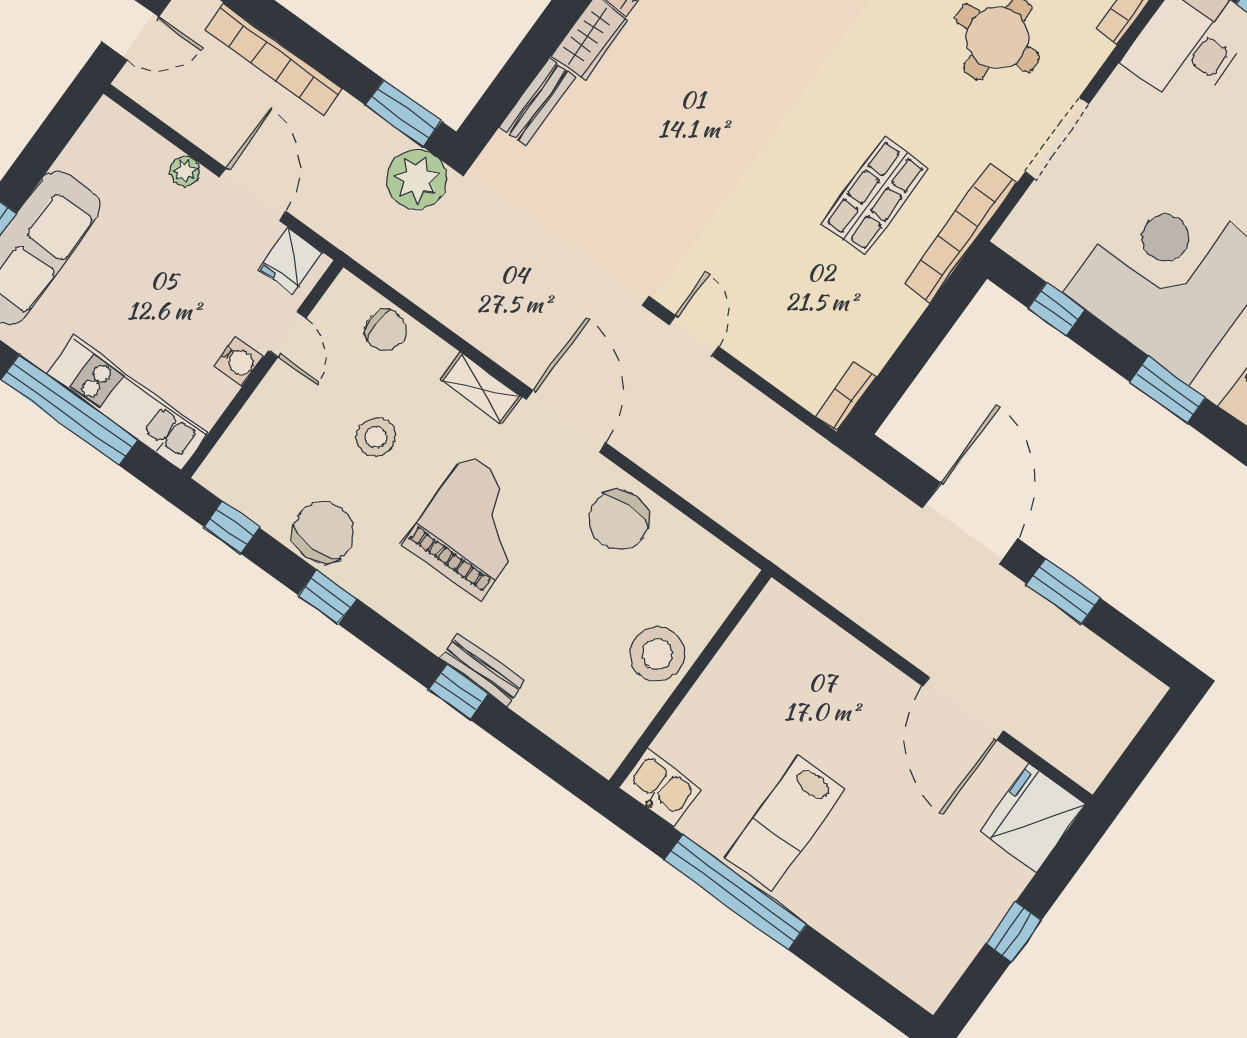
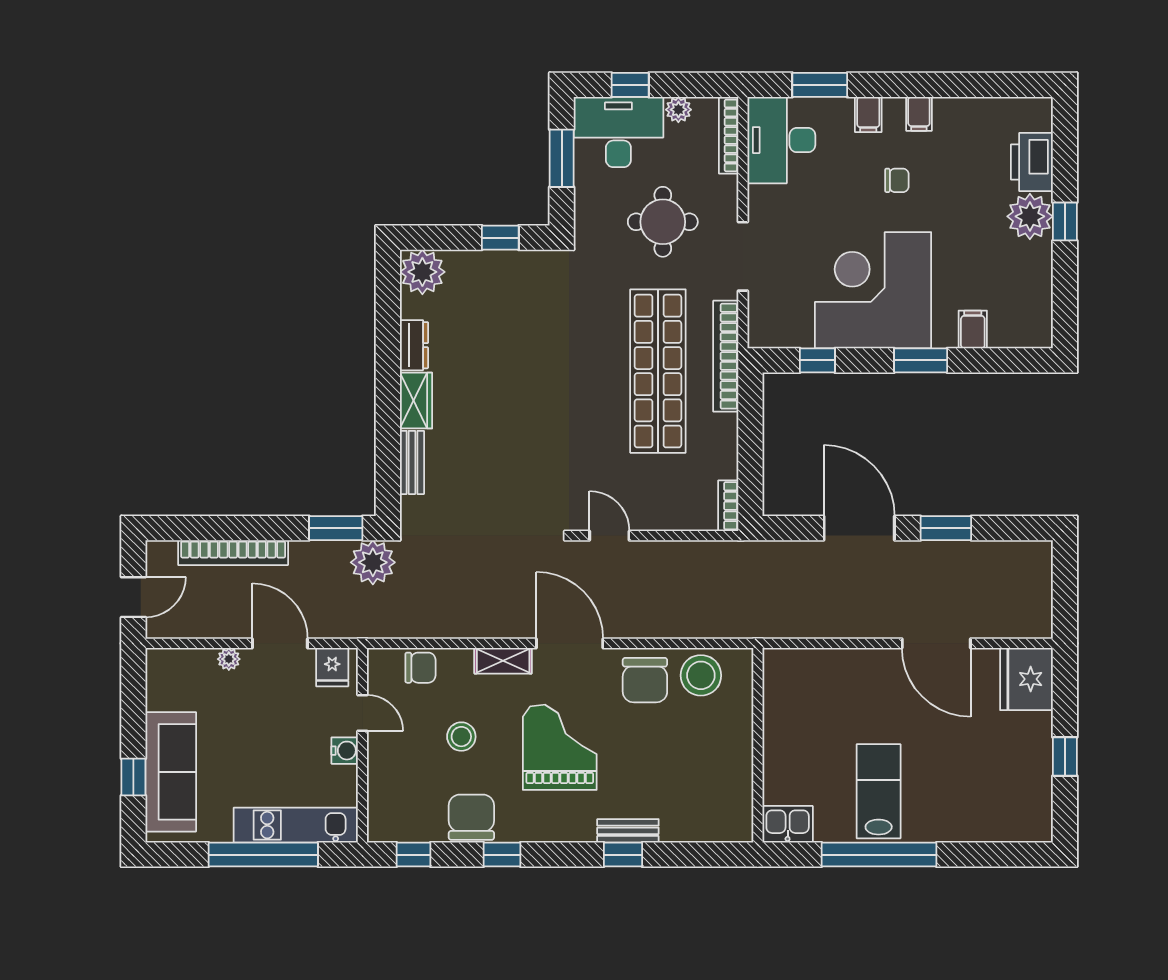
shop shelf: (875, 196) -> (658, 371), width x2.00, depth x1.36
stool: (657, 654) -> (701, 675), moved
lab bench: (785, 823) -> (879, 791), turned 180

